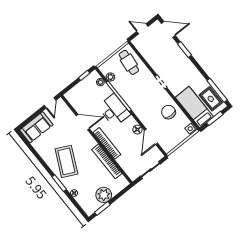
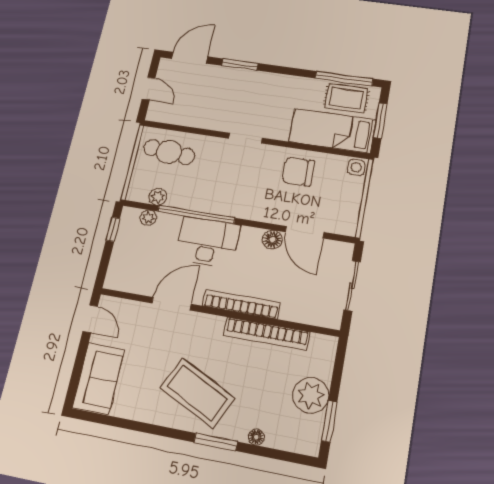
door: (142, 29) -> (149, 89), swing flipped

